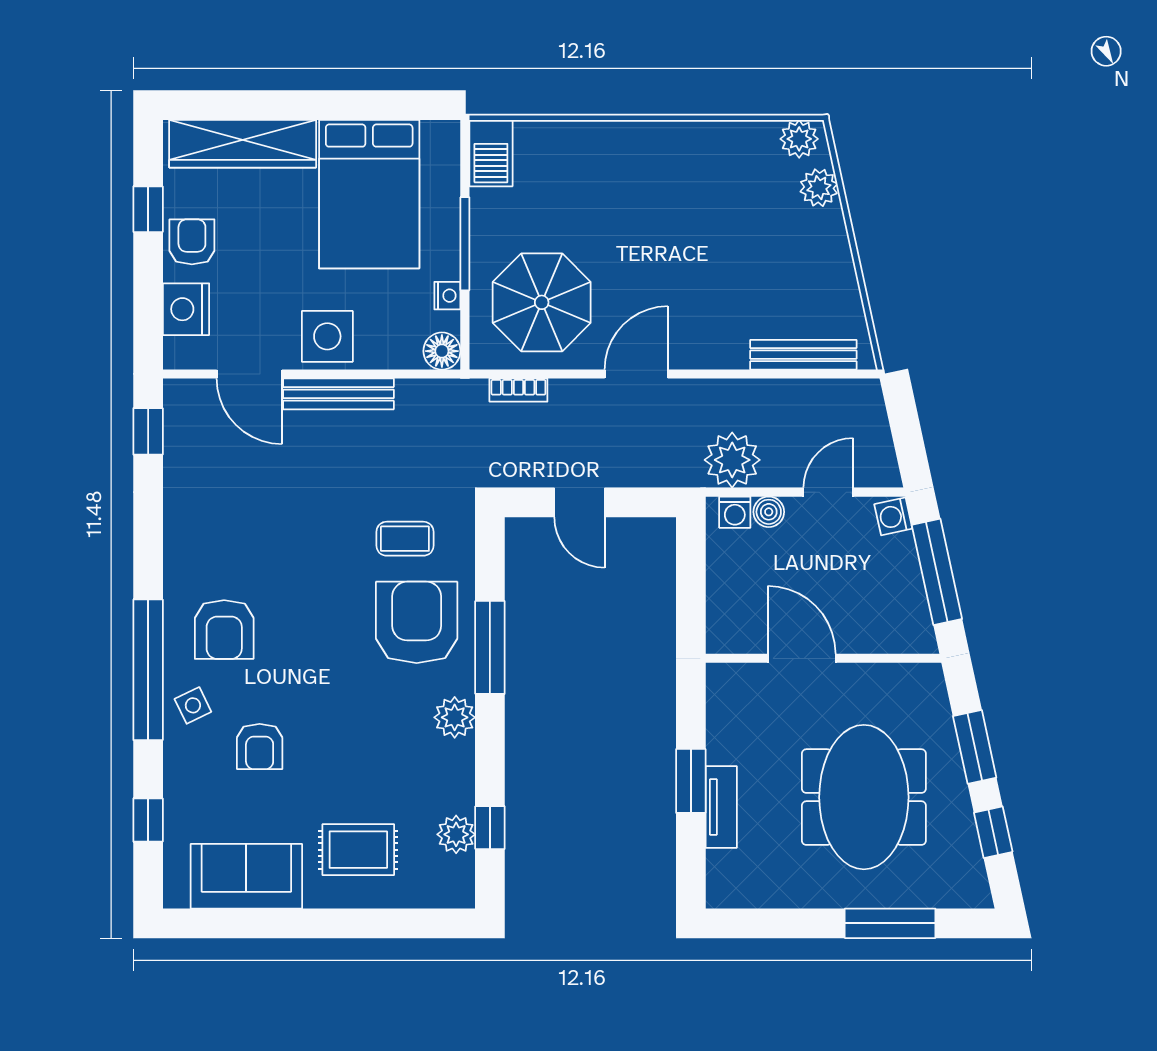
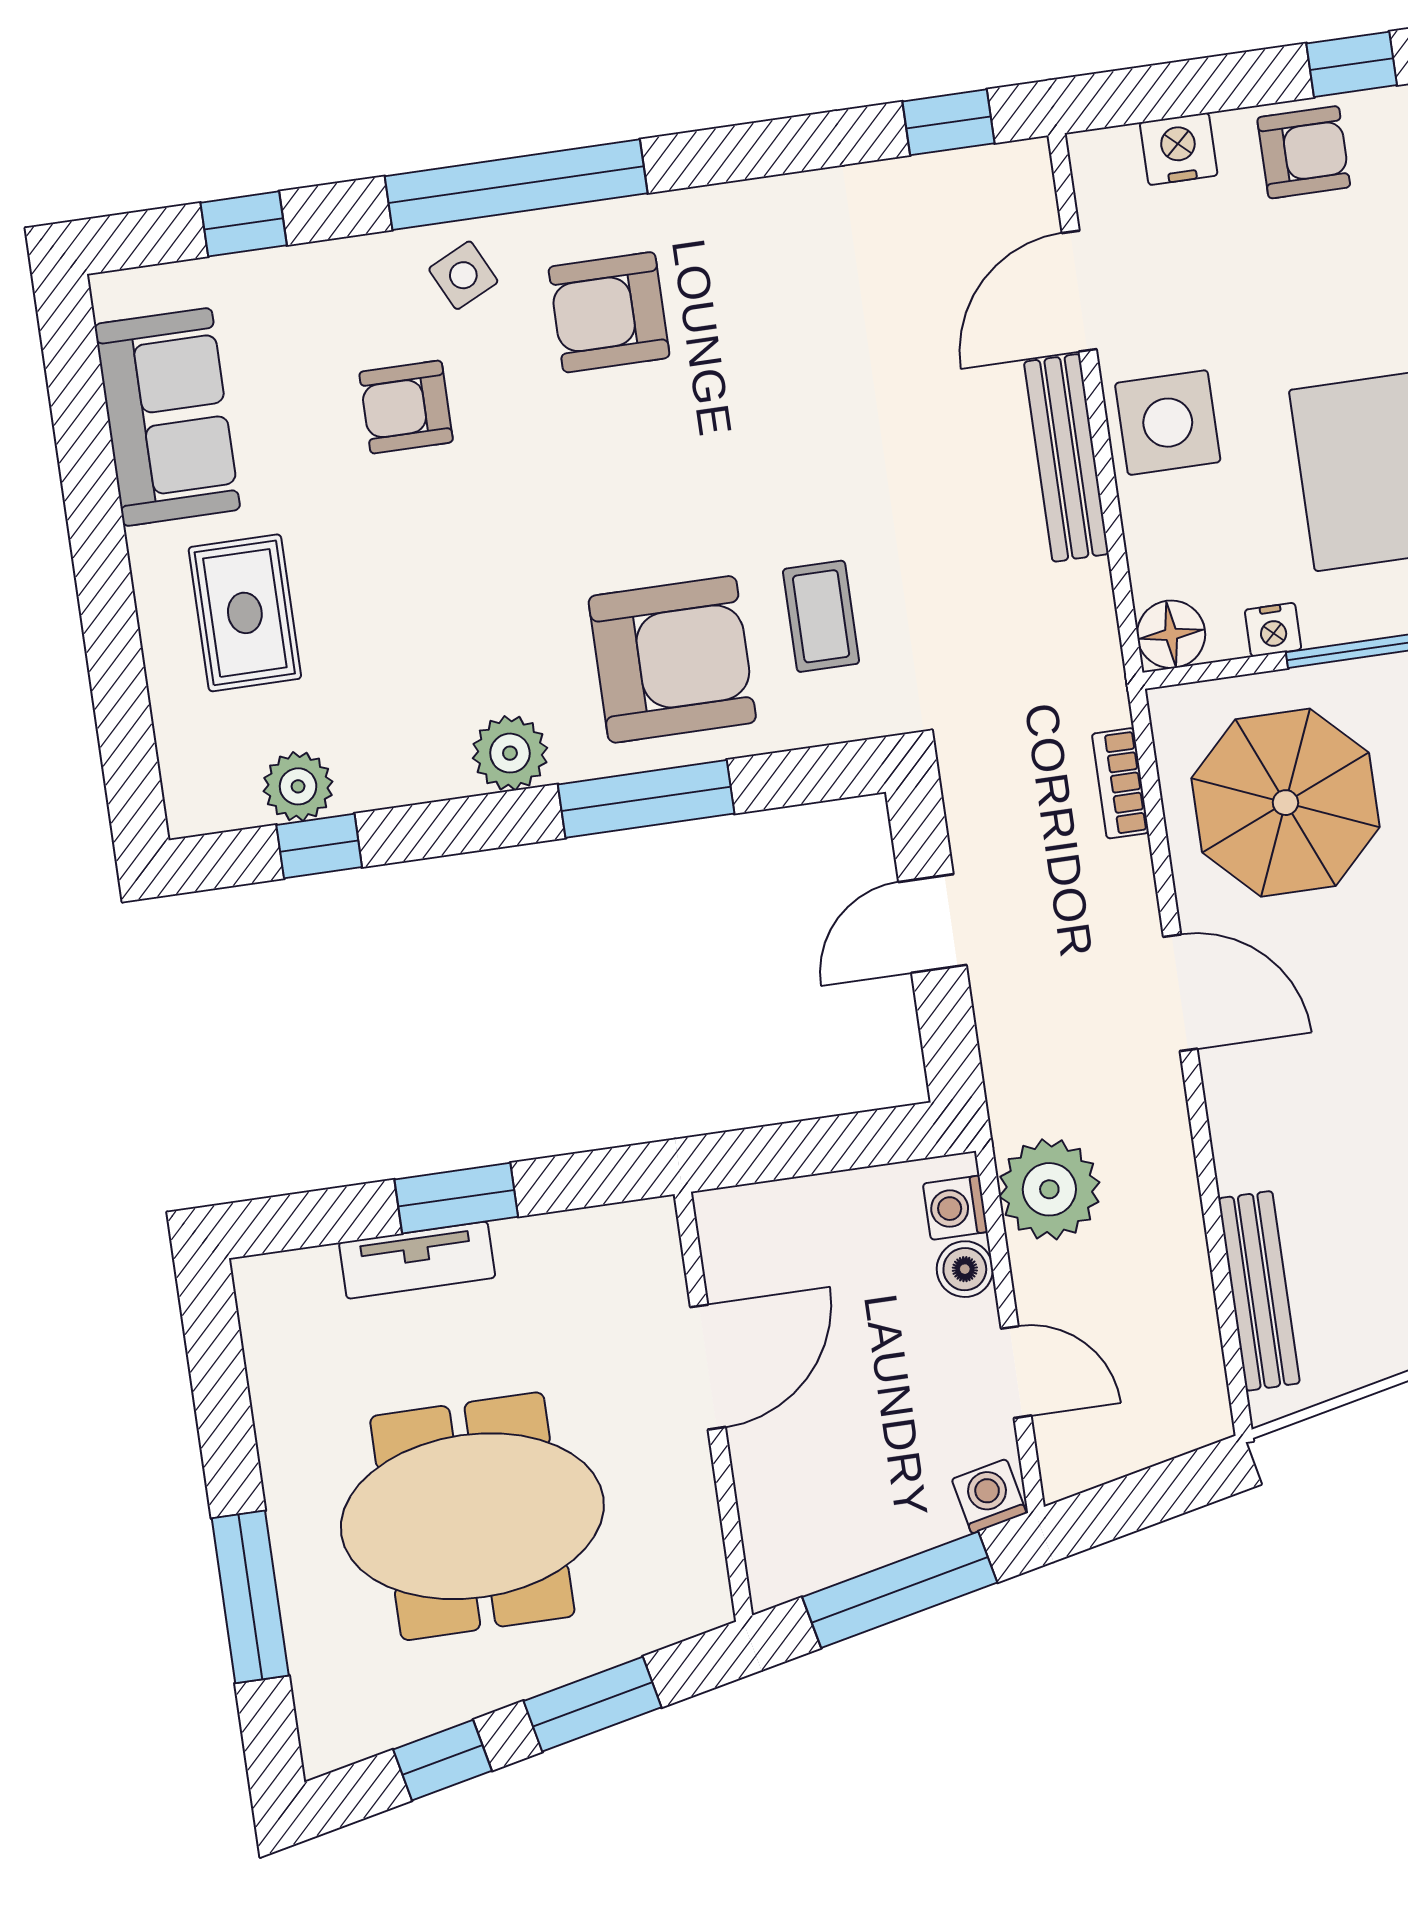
nightstand: (186, 309) -> (1179, 149), width x0.74, depth x0.75

